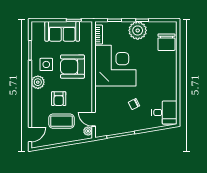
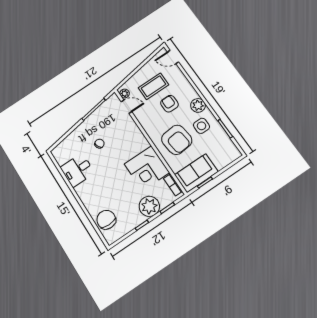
plant: (138, 30) -> (149, 206), moved
sofa: (62, 31) -> (196, 173), moved
corner desk: (115, 66) -> (147, 168), width x0.74, depth x0.74
armchair: (72, 67) -> (177, 140), turned 84
desk: (164, 112) -> (77, 170), moved
door: (30, 134) -> (173, 57), hinge flipped

